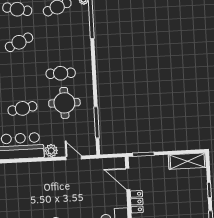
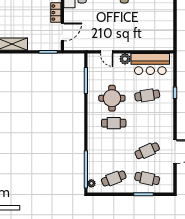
door: (128, 179) -> (62, 32), hinge flipped

